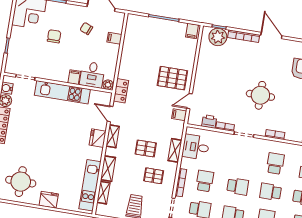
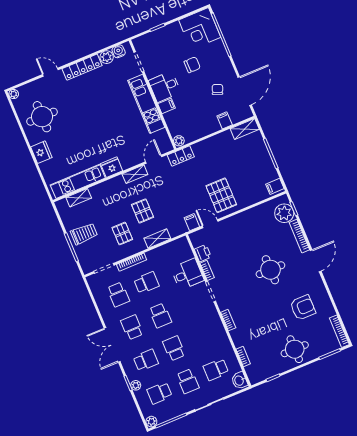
desk: (92, 75) -> (165, 87), moved
round table: (260, 95) -> (270, 270), moved
fridge: (98, 138) -> (112, 167), moved
desk: (196, 147) -> (187, 274), moved, turned 90
school desk: (275, 163) -> (202, 337), removed
shelving: (108, 169) -> (245, 129), moved

